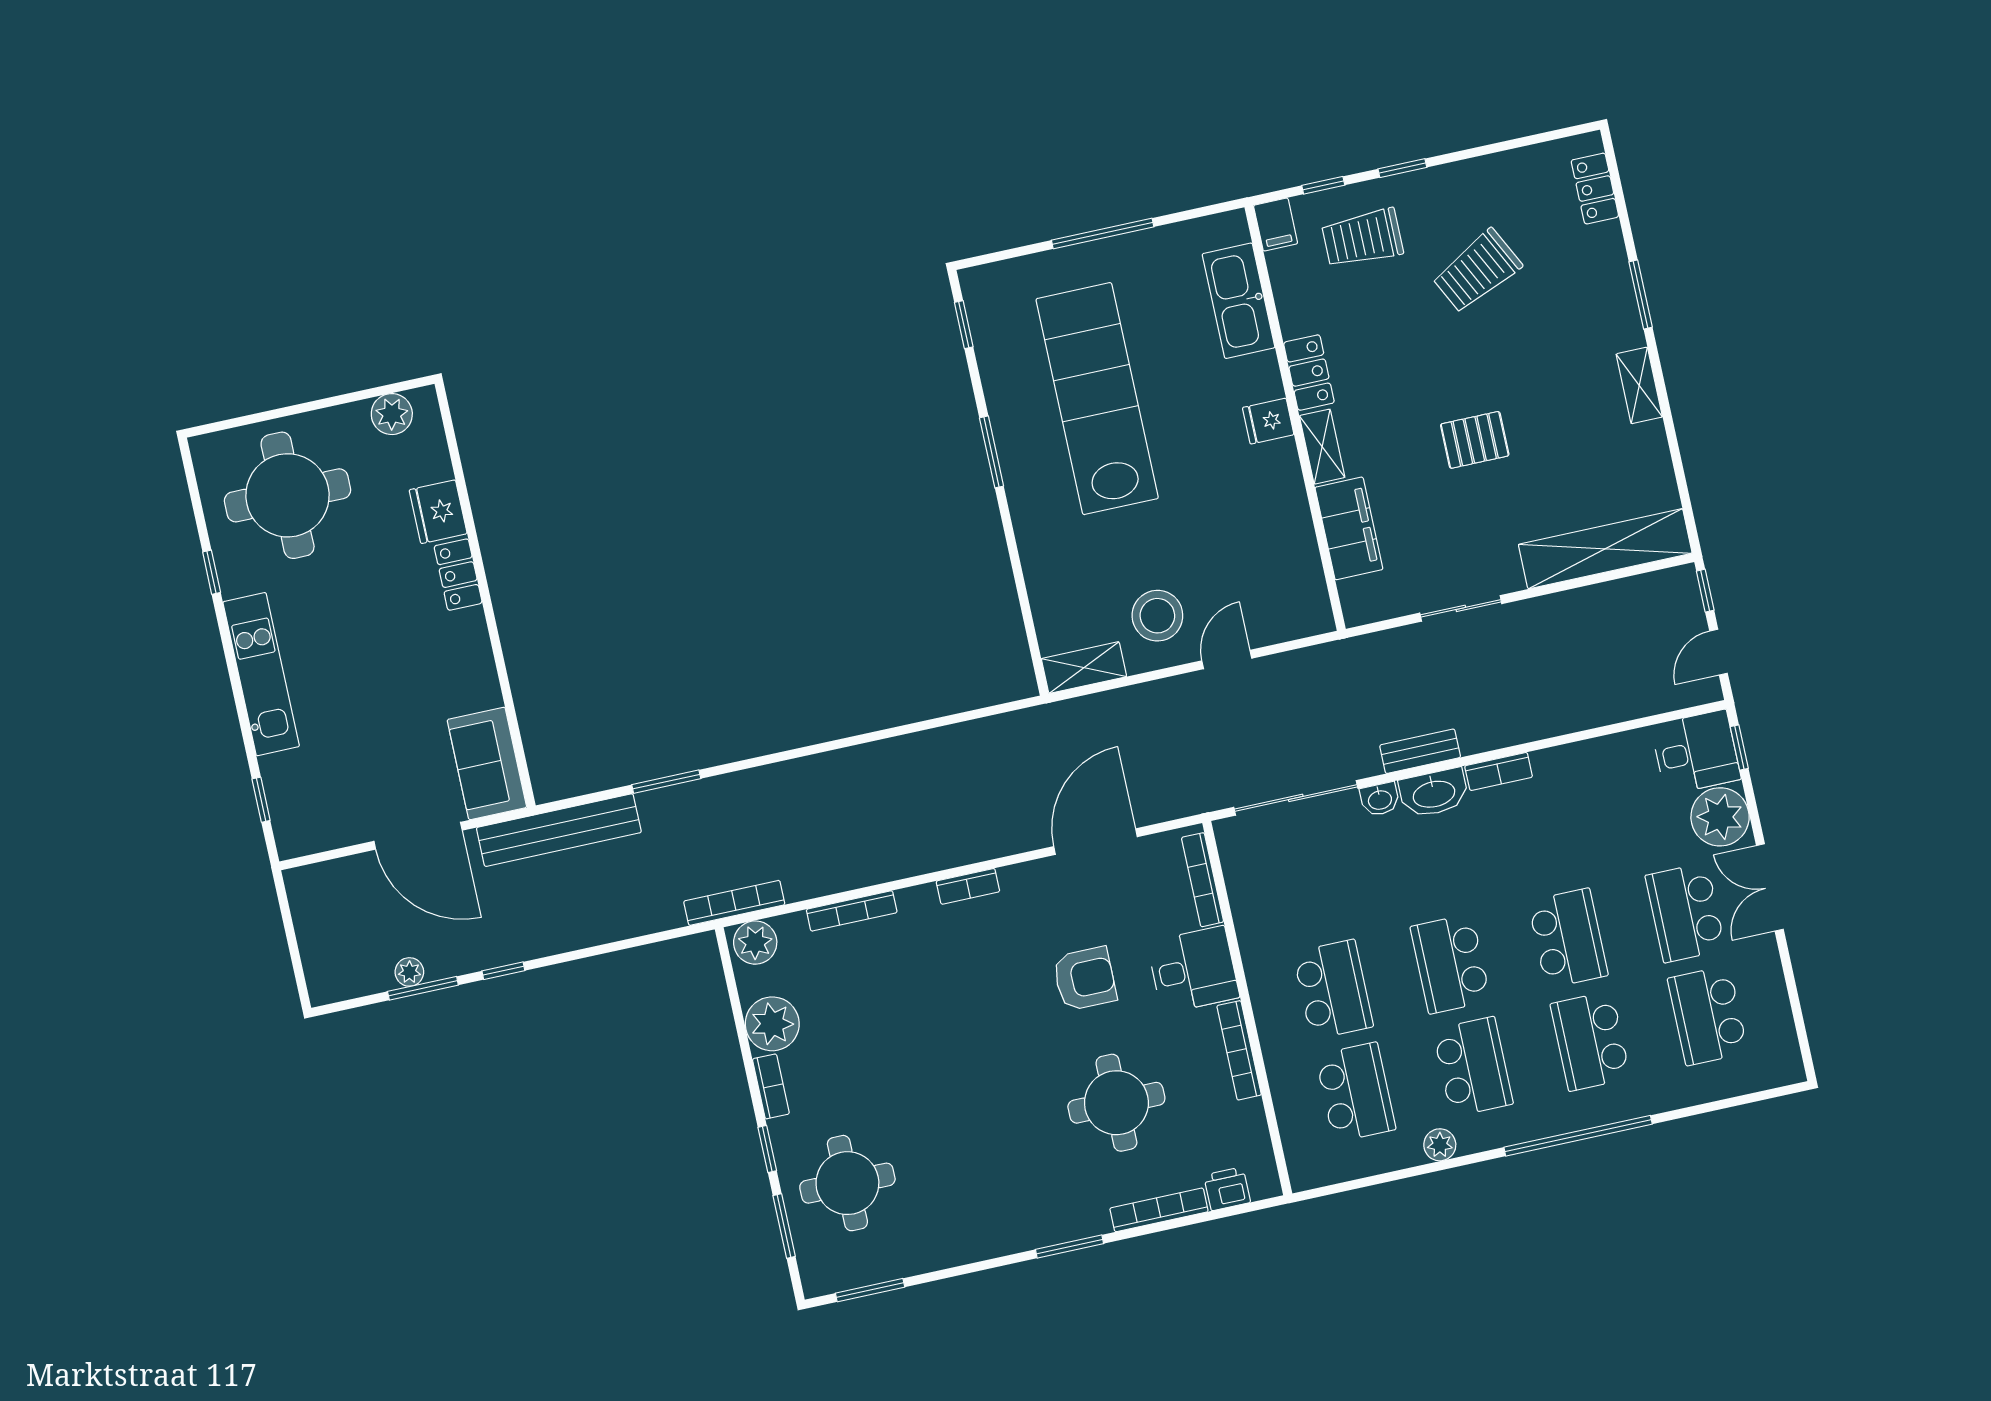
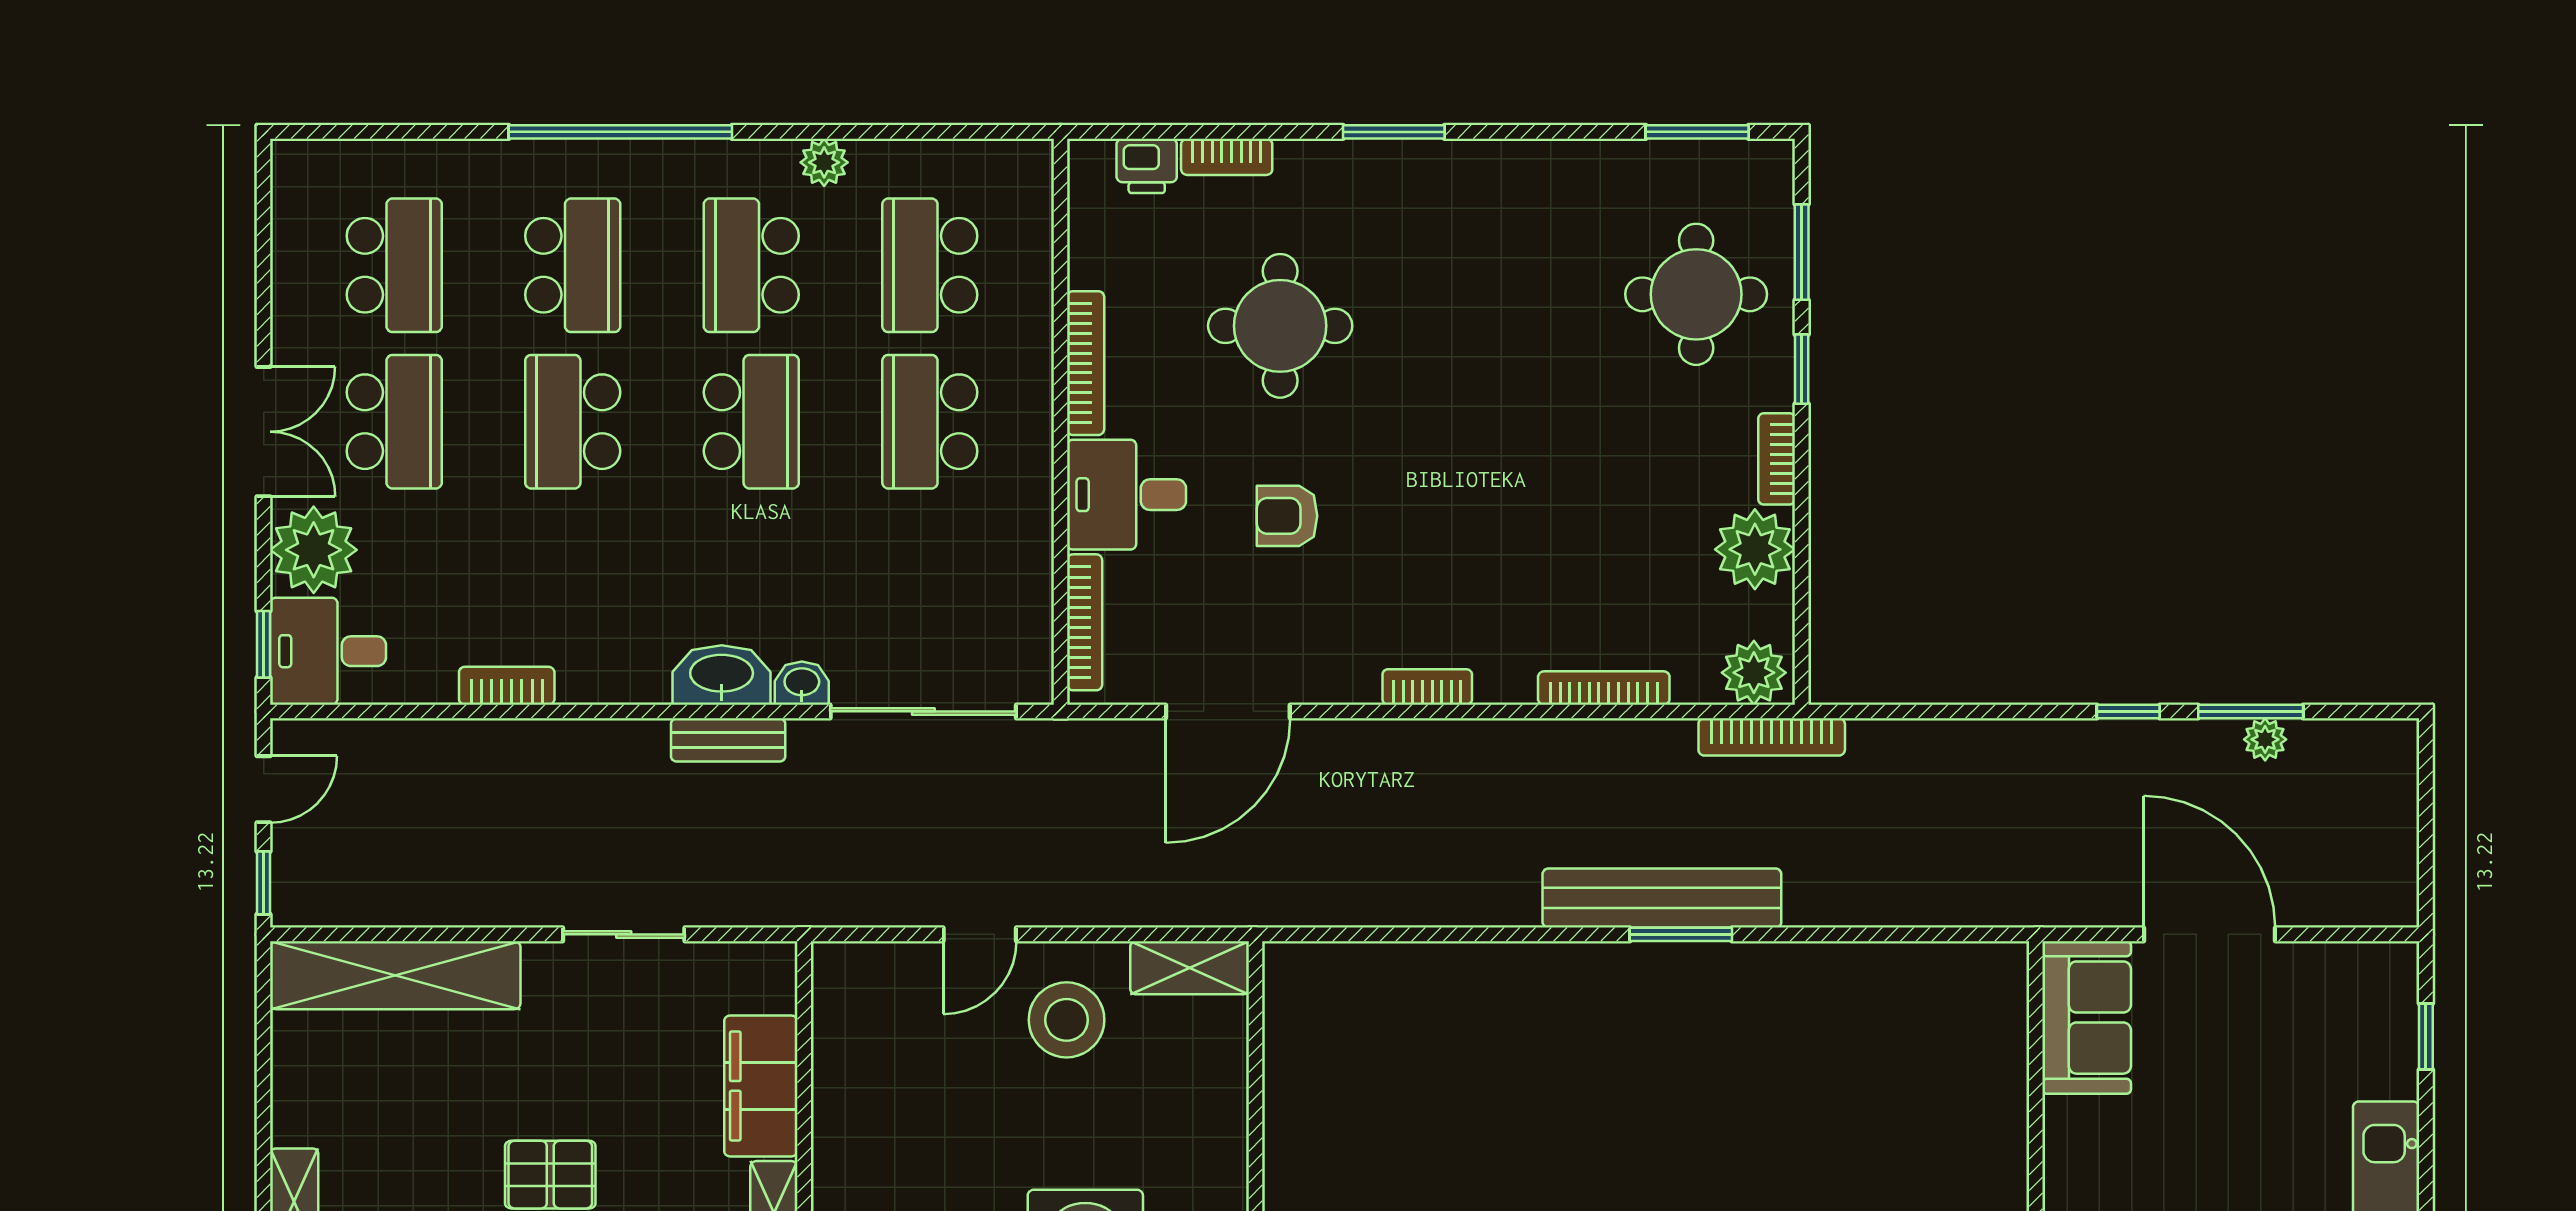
bookcase: (1499, 771) -> (507, 686), moved
window: (666, 782) -> (1681, 934), moved
bench: (559, 830) -> (1662, 898), moved
armchair: (1085, 979) -> (1287, 516), width x0.72, depth x0.72
bookcase: (1159, 1210) -> (1227, 157), width x0.64

